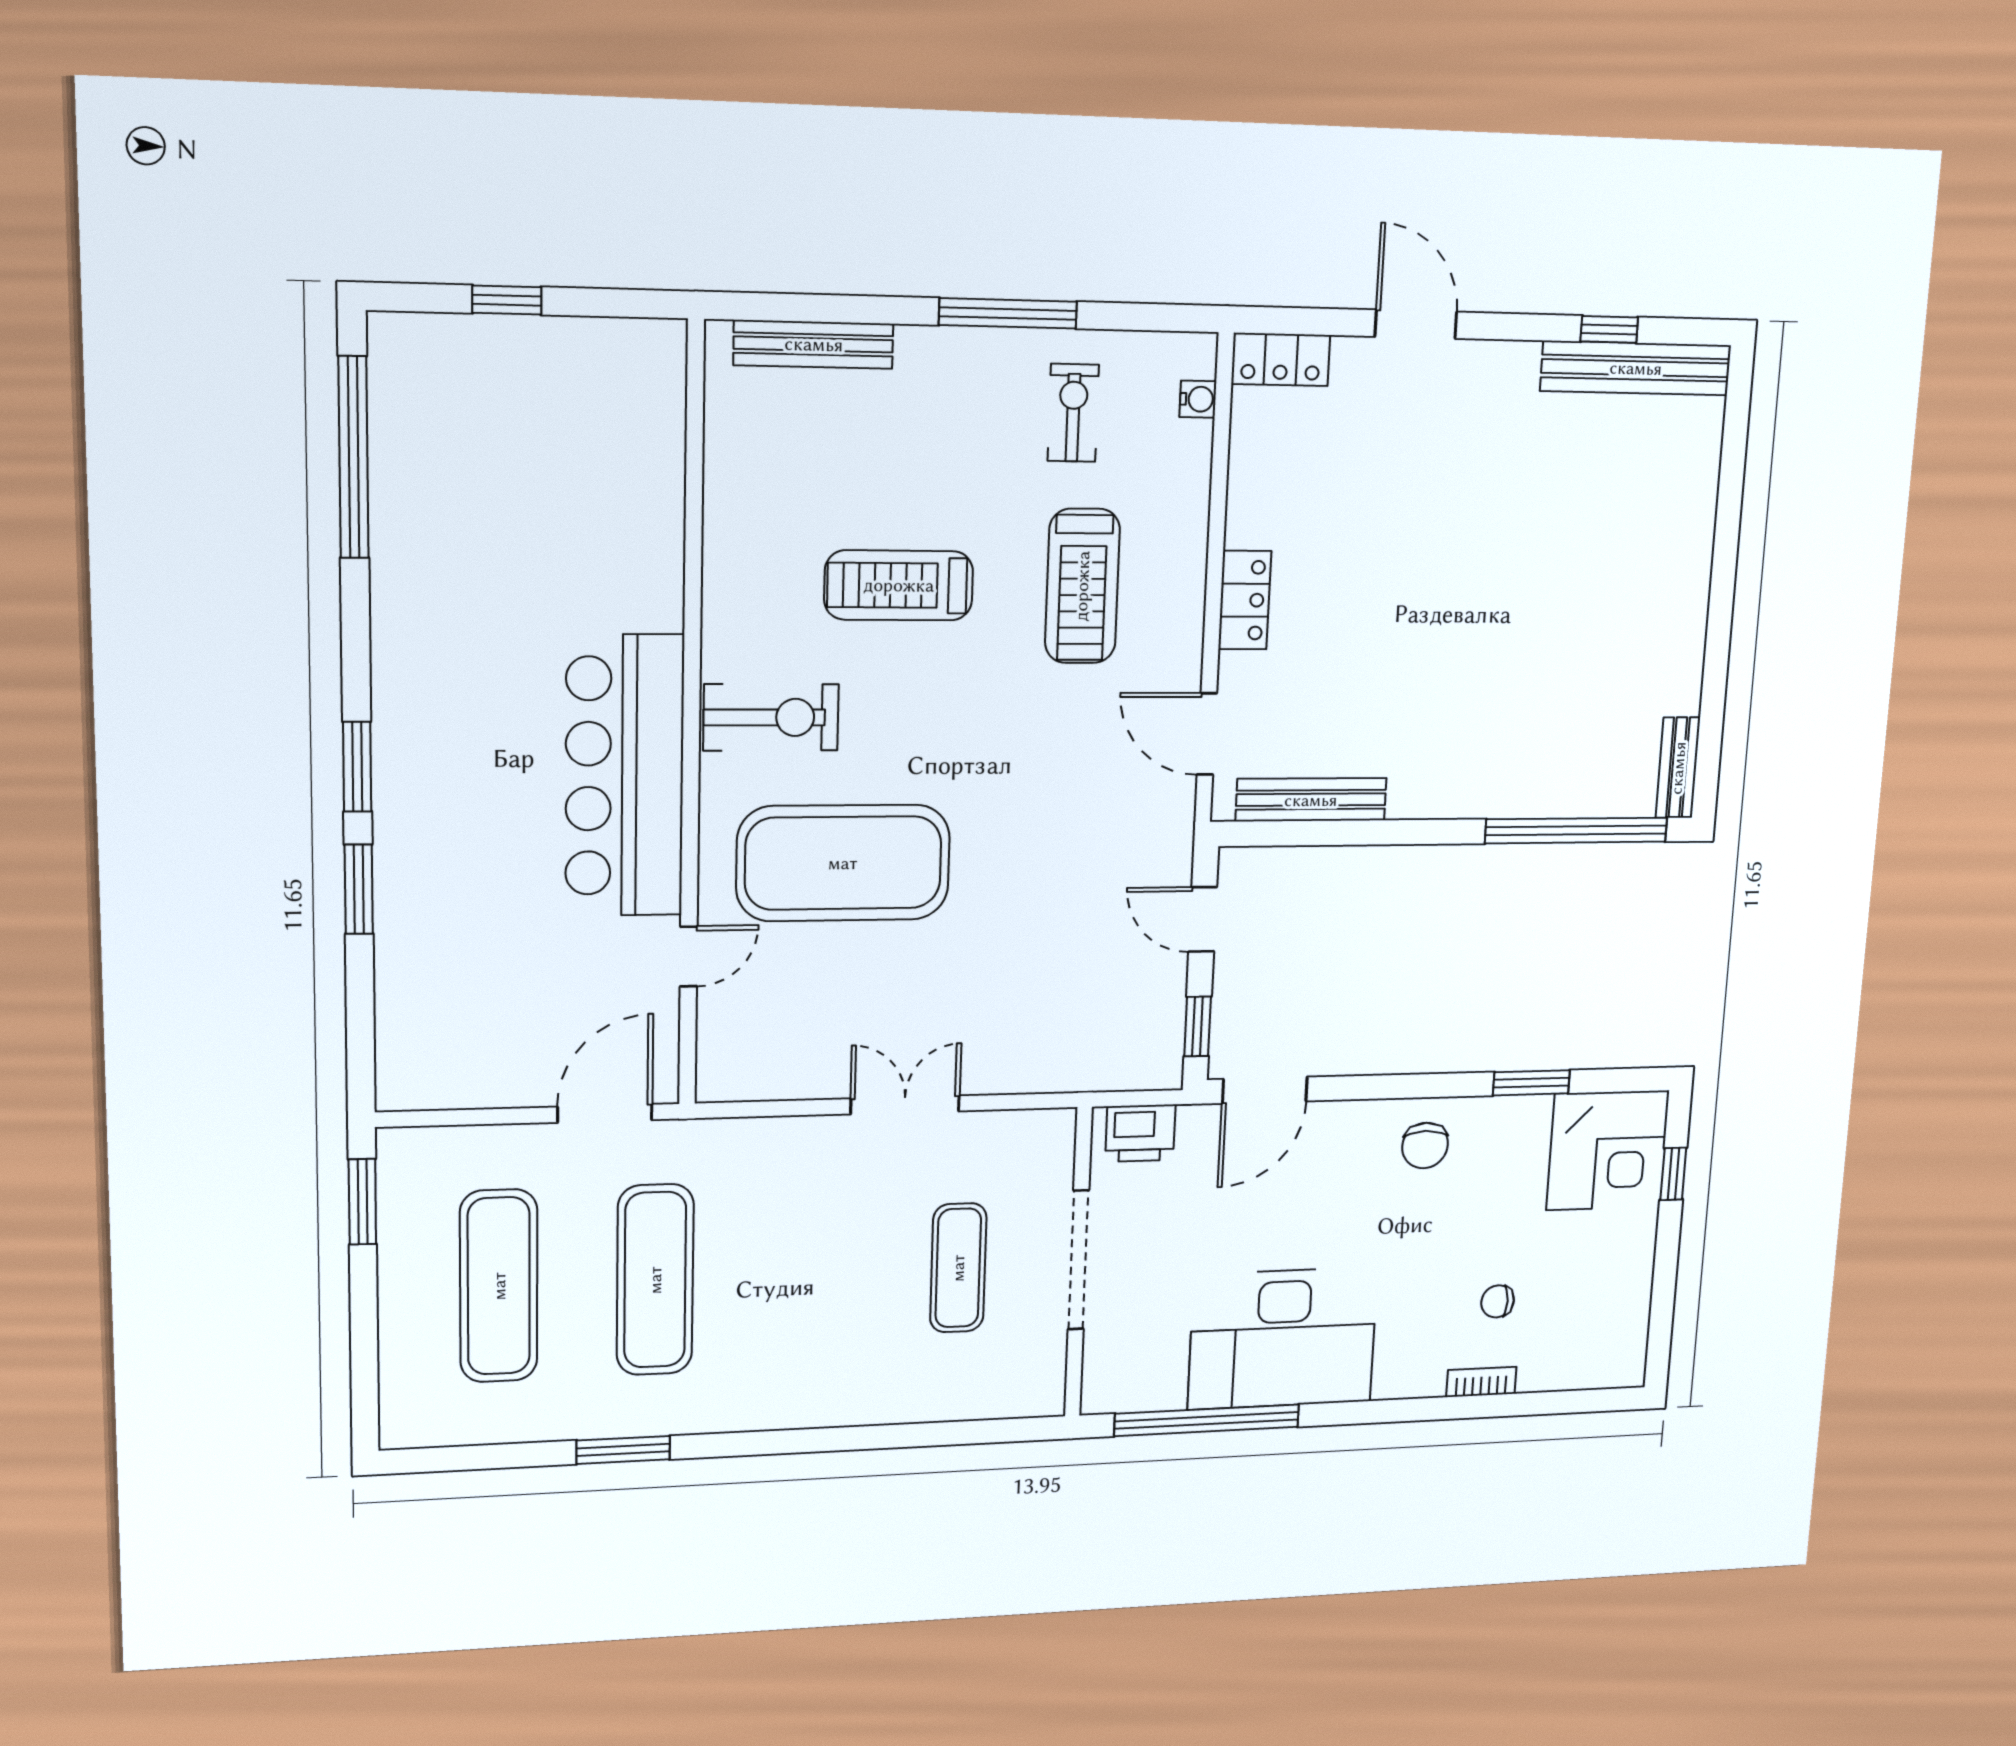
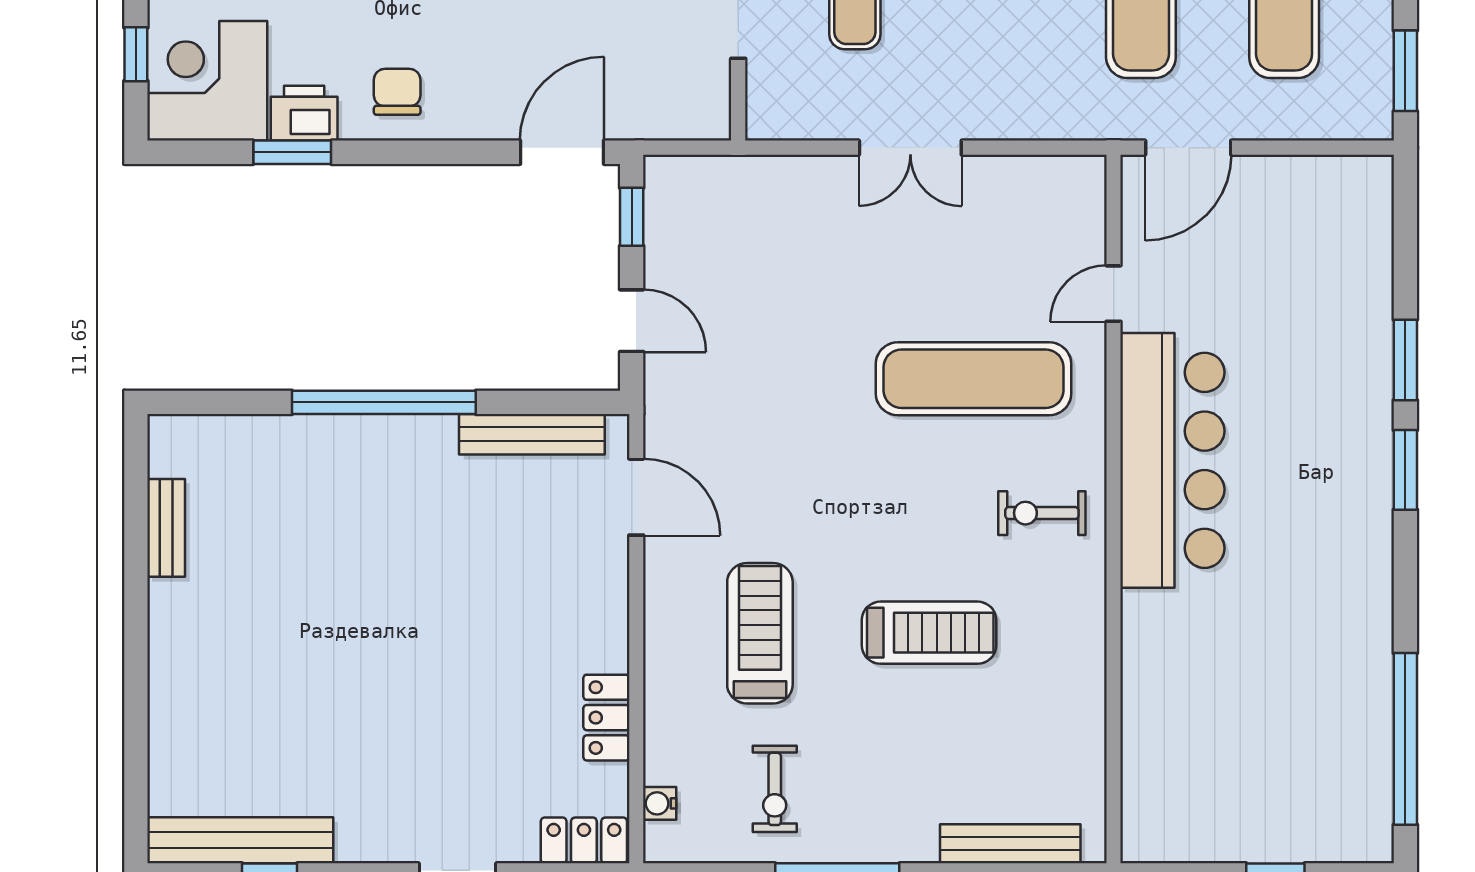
locker: (1245, 600) -> (606, 718), moved
exercise bike: (771, 717) -> (1042, 513), width x0.73, depth x0.72
bench: (1678, 768) -> (166, 528), moved
window: (1576, 831) -> (384, 402), moved
exercise mat: (843, 863) -> (973, 379), width x0.68
printer: (1140, 1133) -> (304, 113), moved

